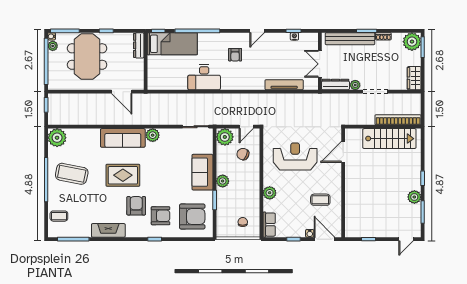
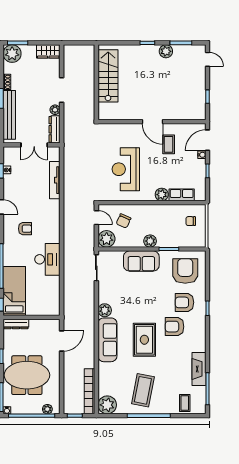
plant: (53, 46) -> (47, 409), moved
bookcase: (398, 120) -> (89, 391), moved
door: (343, 152) -> (153, 122), moved
armchair: (161, 216) -> (184, 302), turned -90
row of seats: (269, 225) -> (182, 195), moved
fireplace: (108, 230) -> (199, 369), moved

